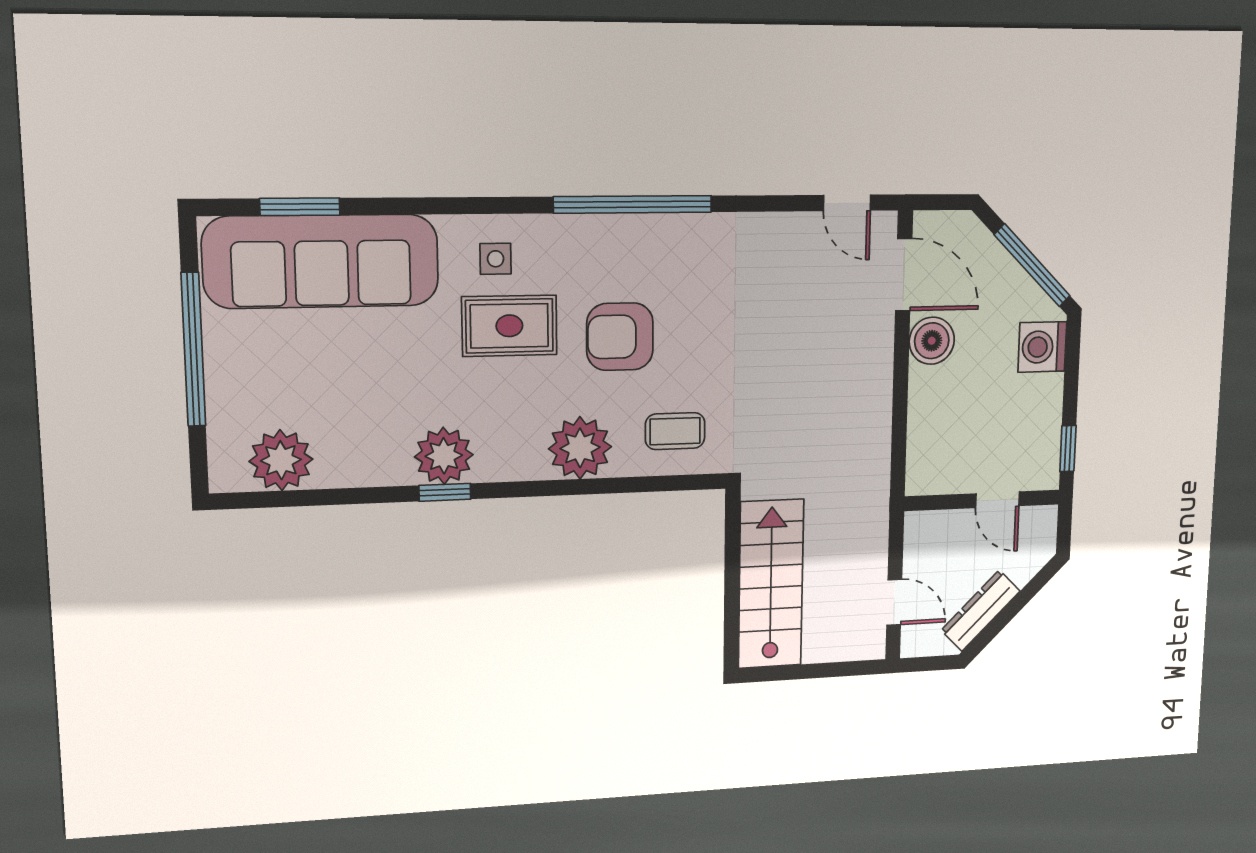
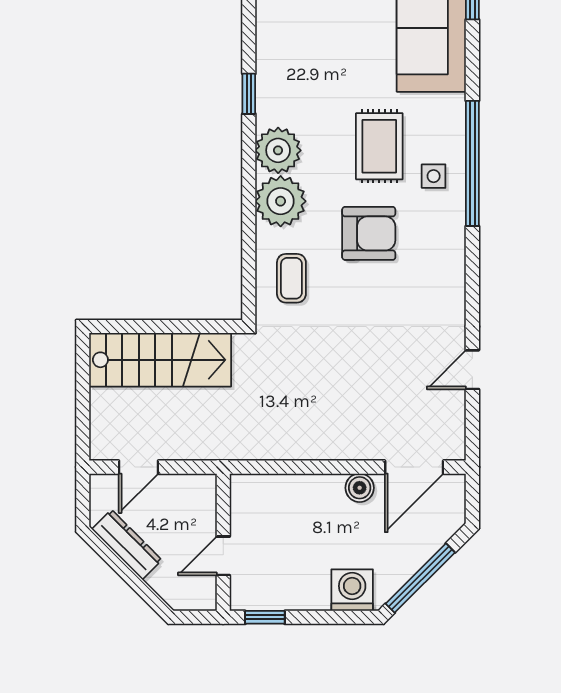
door: (847, 203) -> (472, 370), moved
window: (633, 204) -> (472, 163), moved
side table: (496, 259) -> (434, 176), moved
armchair: (620, 337) -> (369, 233), turned 90
boiler: (932, 341) -> (360, 488), width x0.73, depth x0.73
plant: (444, 456) -> (278, 150), moved

